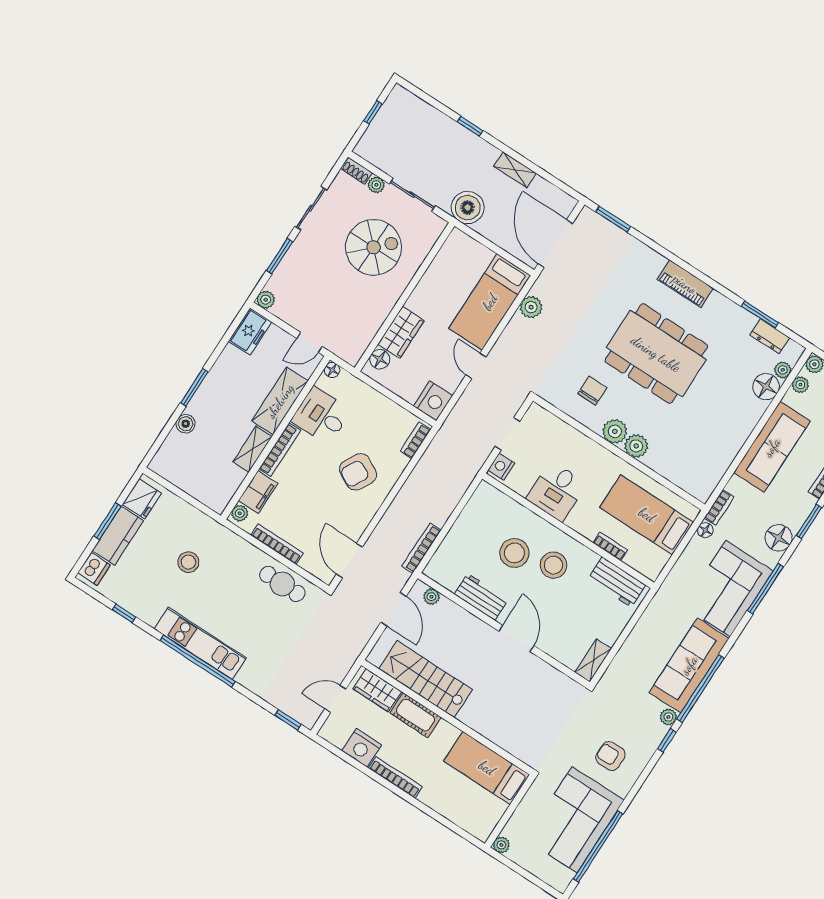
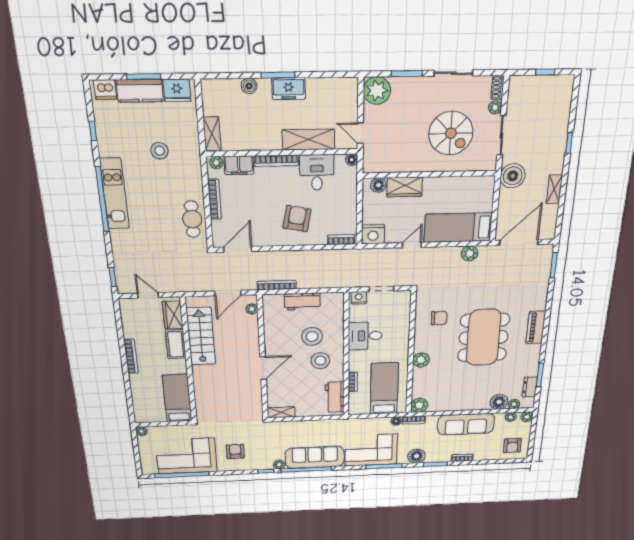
plant: (266, 300) -> (377, 91), width x1.87, depth x1.87
freezer: (250, 332) -> (288, 89), moved
plant: (615, 431) -> (419, 405), moved
shelving: (252, 449) -> (212, 134), moved, turned 90
armchair: (358, 472) -> (297, 219), turned 73
workbench: (481, 597) -> (302, 301), moved, turned 90
nightstand: (362, 748) -> (132, 328), removed

